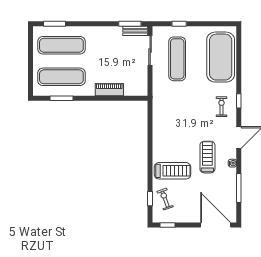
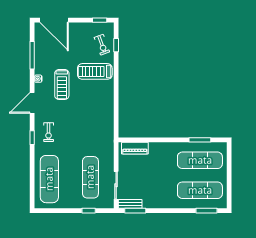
exercise mat: (221, 57) -> (49, 179), width x0.68
piano: (109, 90) -> (135, 148), moved

